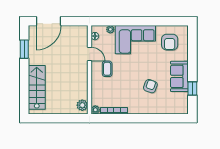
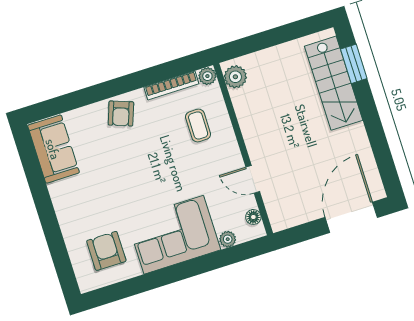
window: (24, 49) -> (354, 64), moved
coffee table: (107, 69) -> (198, 125), moved
sofa: (179, 76) -> (53, 149), moved
armchair: (150, 86) -> (121, 113), moved
window: (192, 89) -> (35, 176), removed

